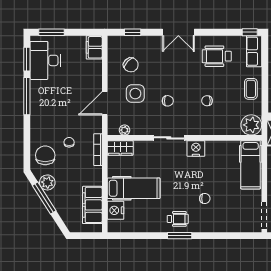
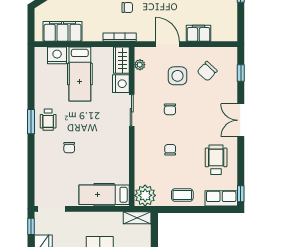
filing cabinet: (94, 47) -> (198, 33), moved
nightstand: (196, 148) -> (121, 84), moved

